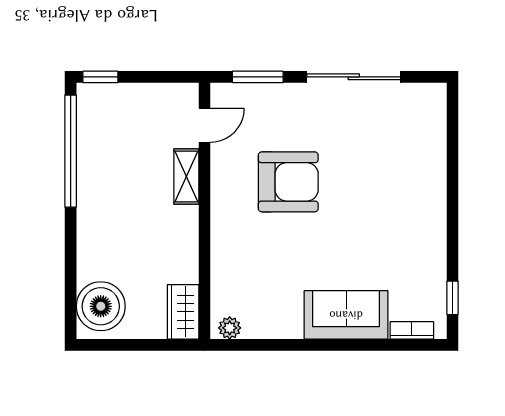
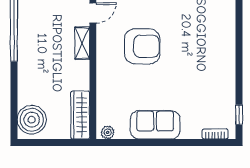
wardrobe: (183, 312) -> (80, 115), width x1.50
sofa: (346, 315) -> (155, 125), moved

